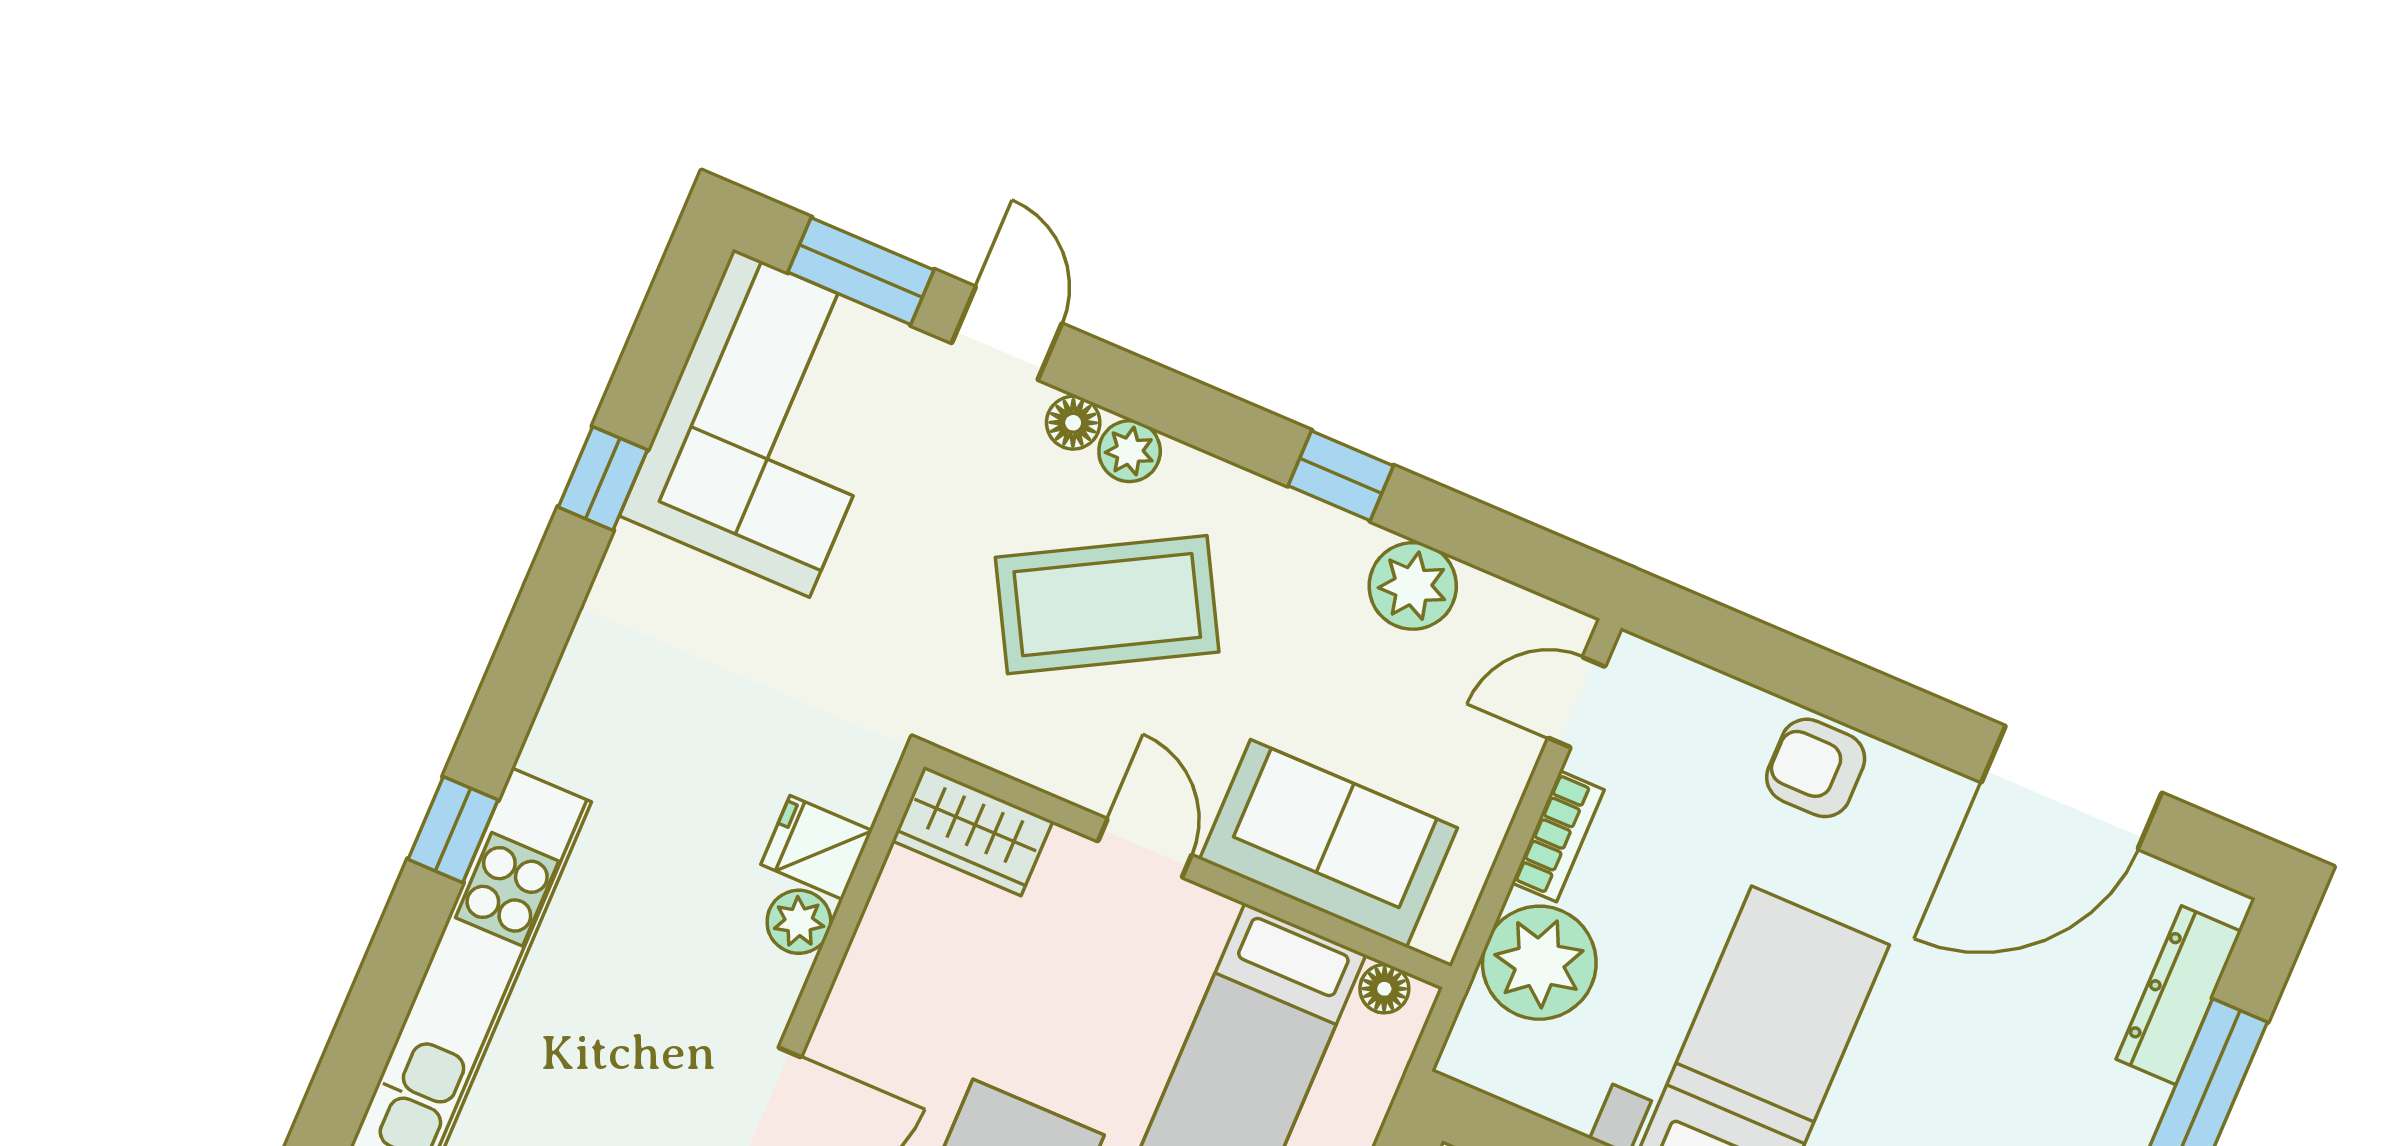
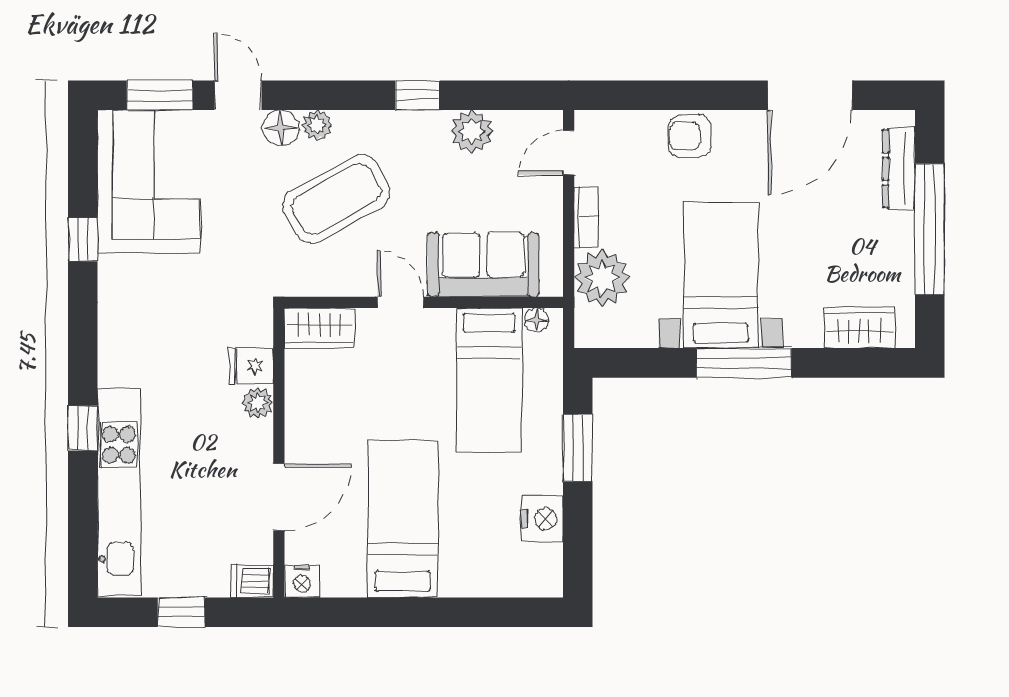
floor lamp: (1073, 423) -> (281, 128), width x1.37, depth x1.37

